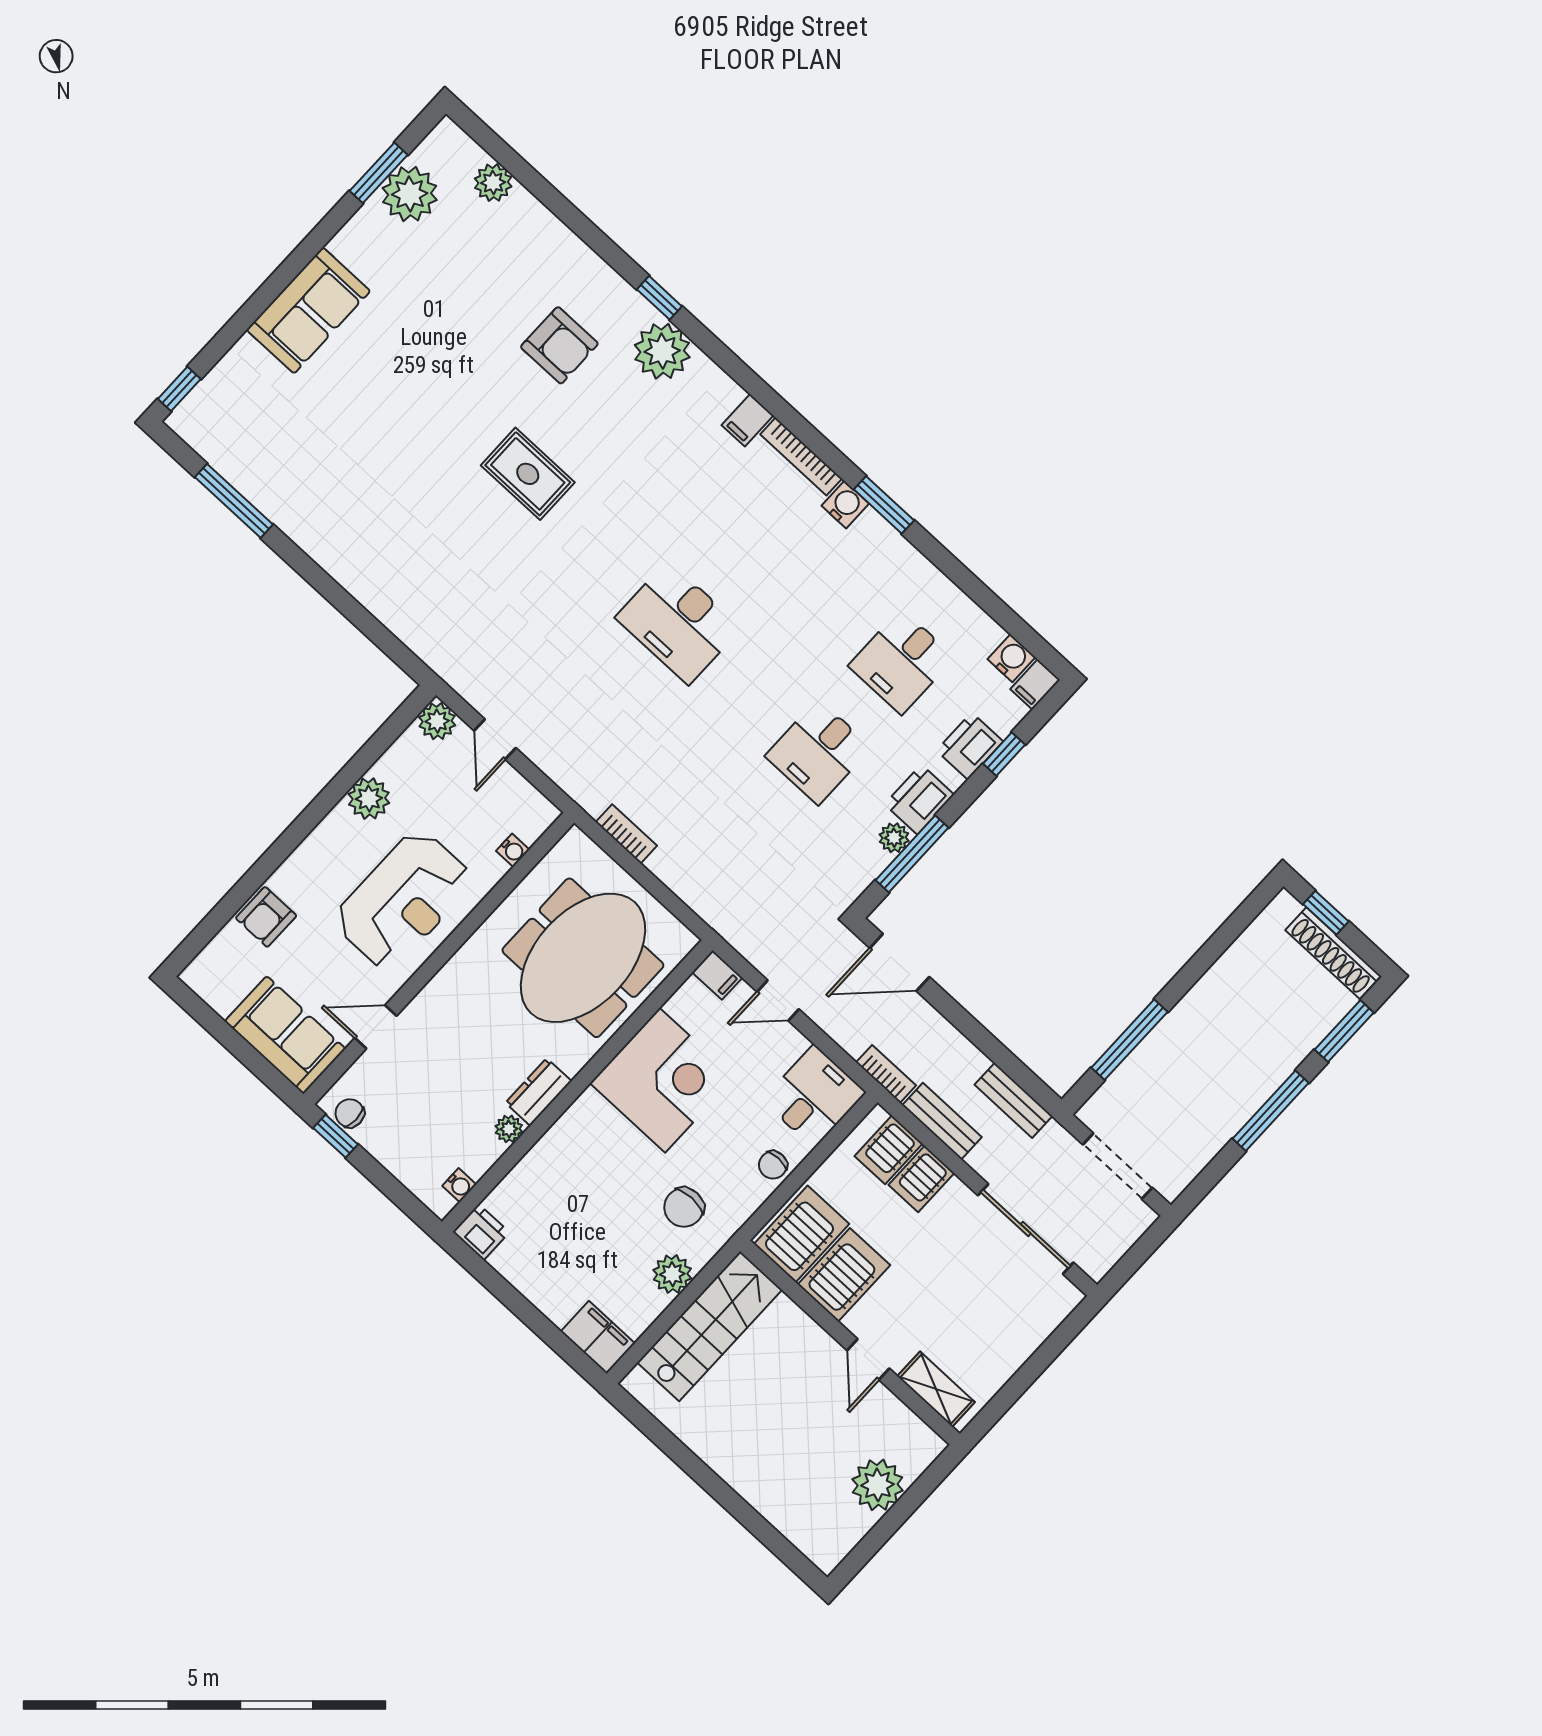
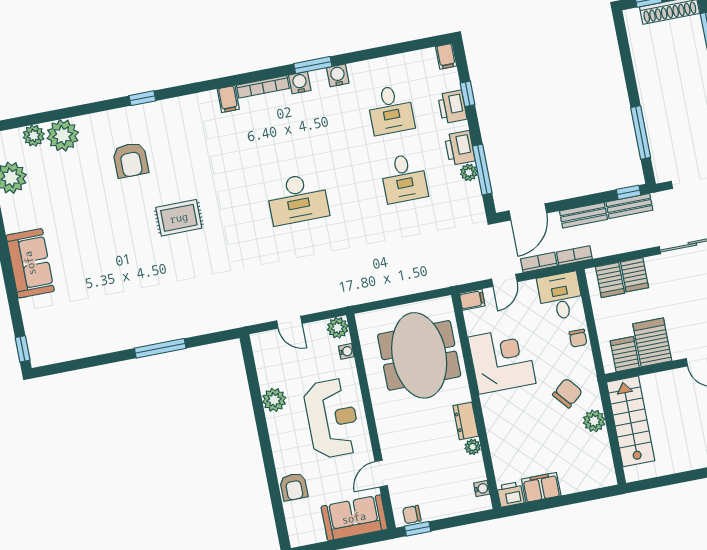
armchair: (559, 345) -> (131, 160), turned 90
plant: (662, 351) -> (63, 135), moved
window: (234, 501) -> (160, 348), moved
water cooler: (1011, 658) -> (338, 75), moved
plant: (437, 721) -> (338, 328), moved
bookcase: (626, 834) -> (539, 262), moved
window: (1032, 1085) -> (628, 192), added
bench: (942, 1121) -> (583, 215), moved
chair: (684, 1207) -> (567, 393), turned -130
server rack: (802, 1234) -> (625, 354), width x0.73, depth x0.70
filing cabinet: (598, 1337) -> (541, 487), moved

